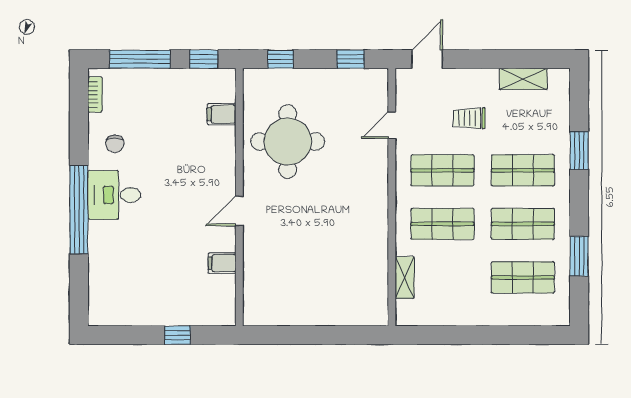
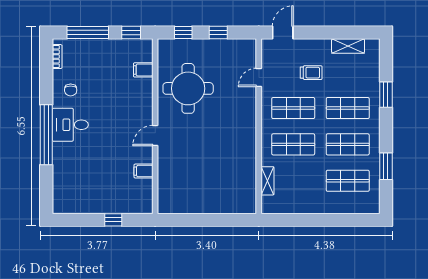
window: (350, 59) -> (218, 33), moved
trolley: (469, 118) -> (311, 73), turned 180

